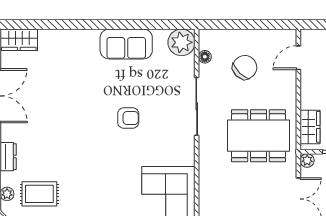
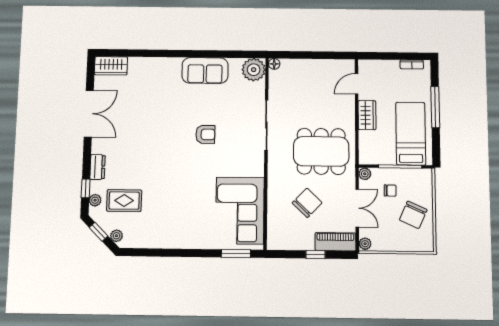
floor lamp: (205, 57) -> (274, 64), moved
chair: (245, 67) -> (307, 203), moved
wardrobe: (310, 127) -> (367, 115), moved

